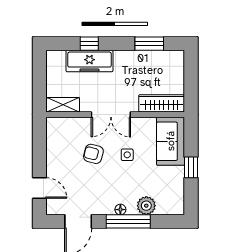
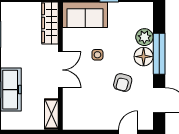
armchair: (93, 154) -> (123, 83), moved
floor lamp: (120, 210) -> (144, 57), width x1.89, depth x1.89

